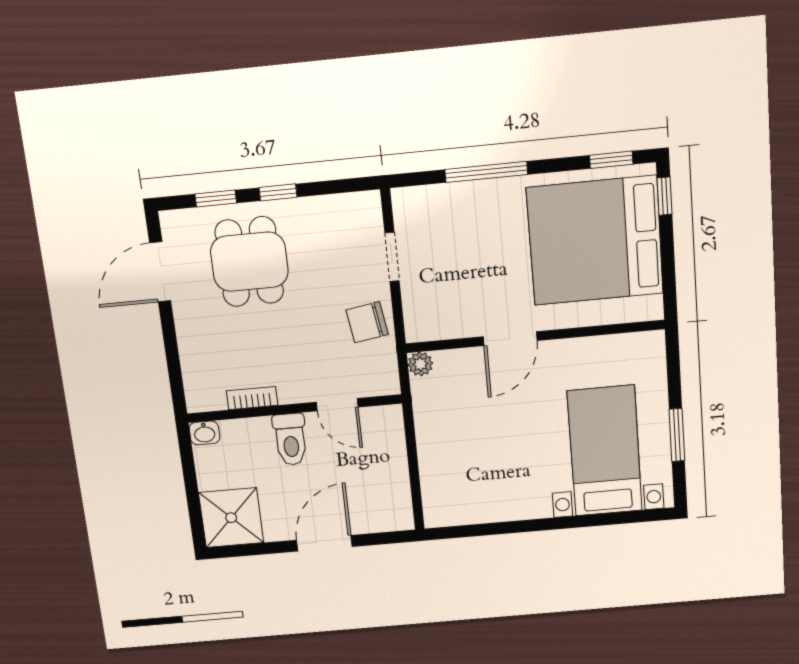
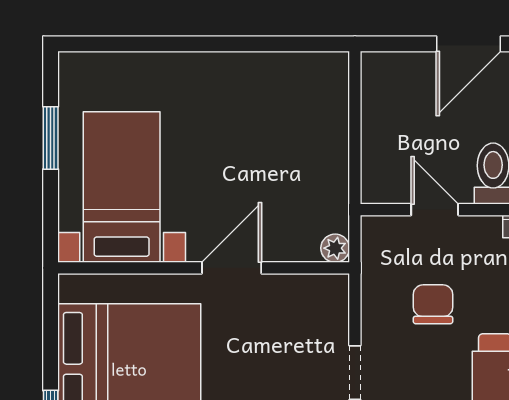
chair: (367, 322) -> (433, 304), moved, turned -81
bed with nightstands: (605, 451) -> (122, 187), moved, turned 180

